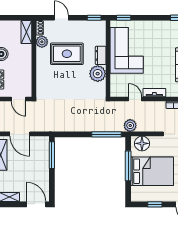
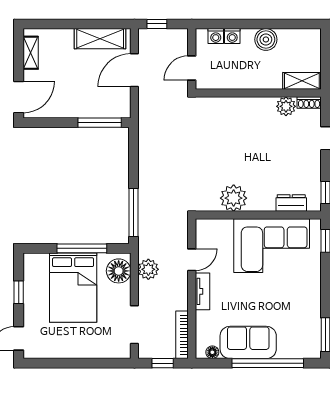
rug: (67, 54) -> (266, 147), removed
dresser: (101, 55) -> (291, 203), moved
plant: (130, 125) -> (148, 269), moved

